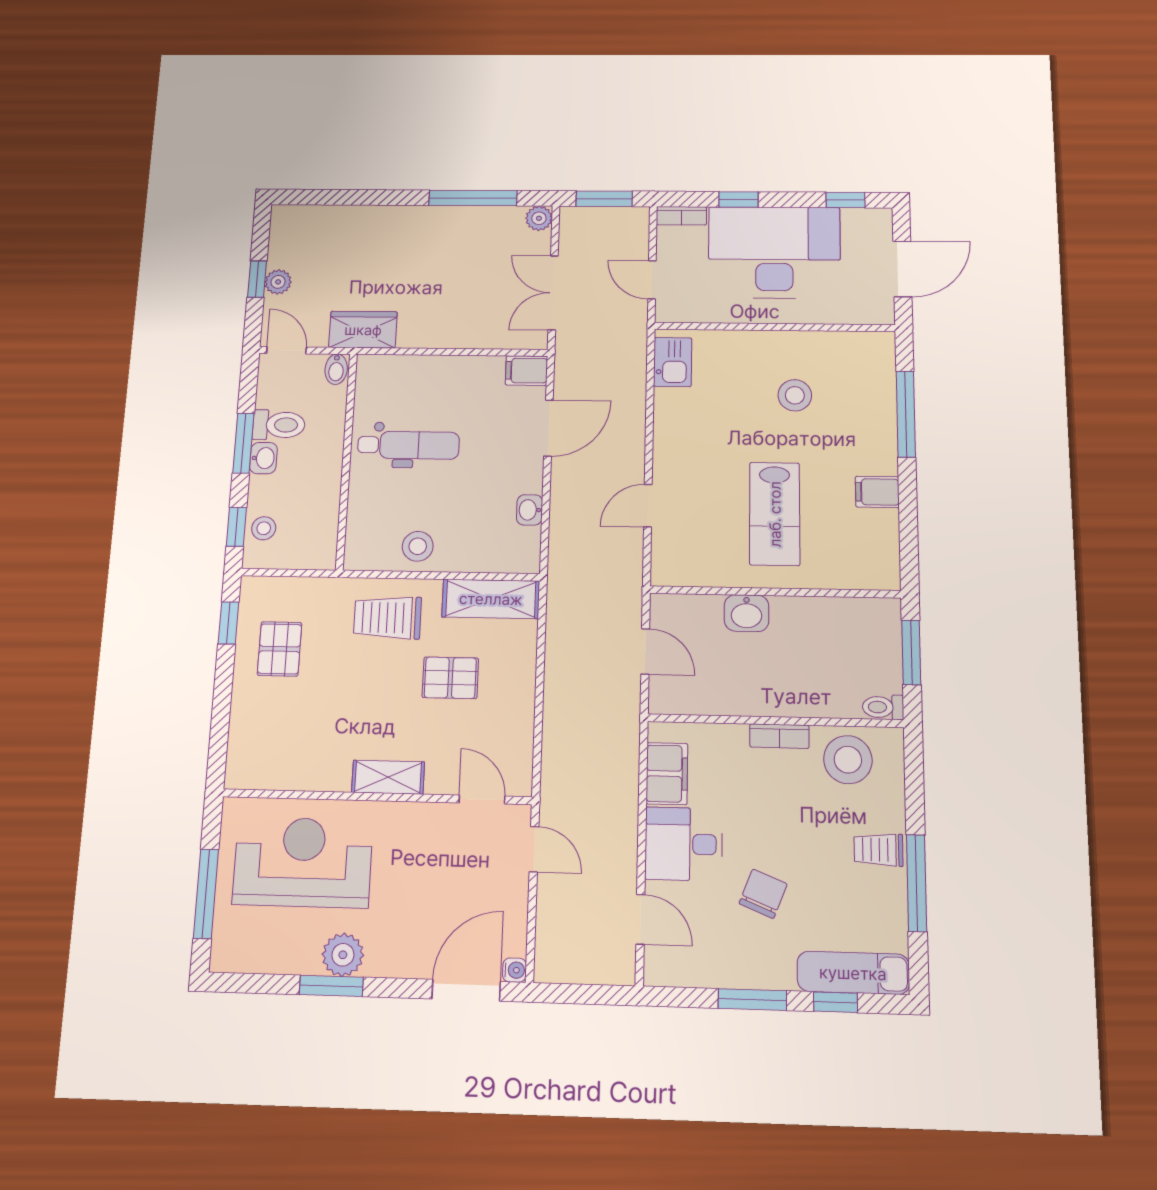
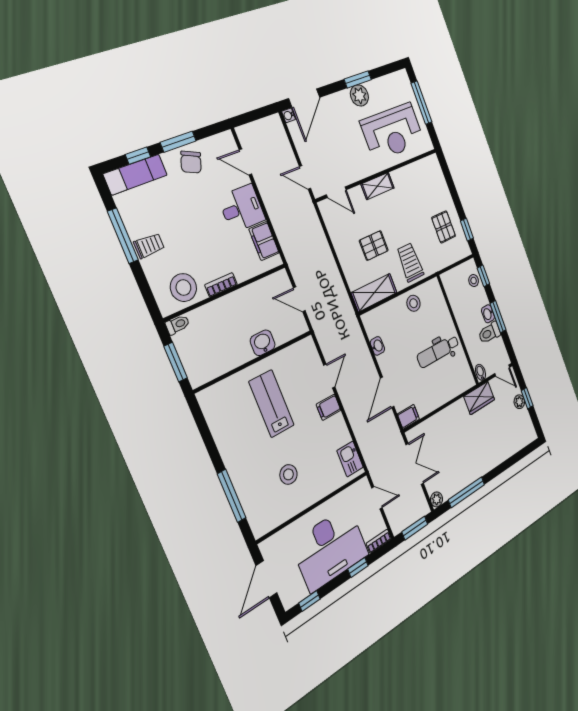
filing cabinet: (877, 492) -> (329, 407), moved, turned 180
trolley: (388, 618) -> (410, 262), turned -90
chair: (763, 894) -> (191, 162), moved

